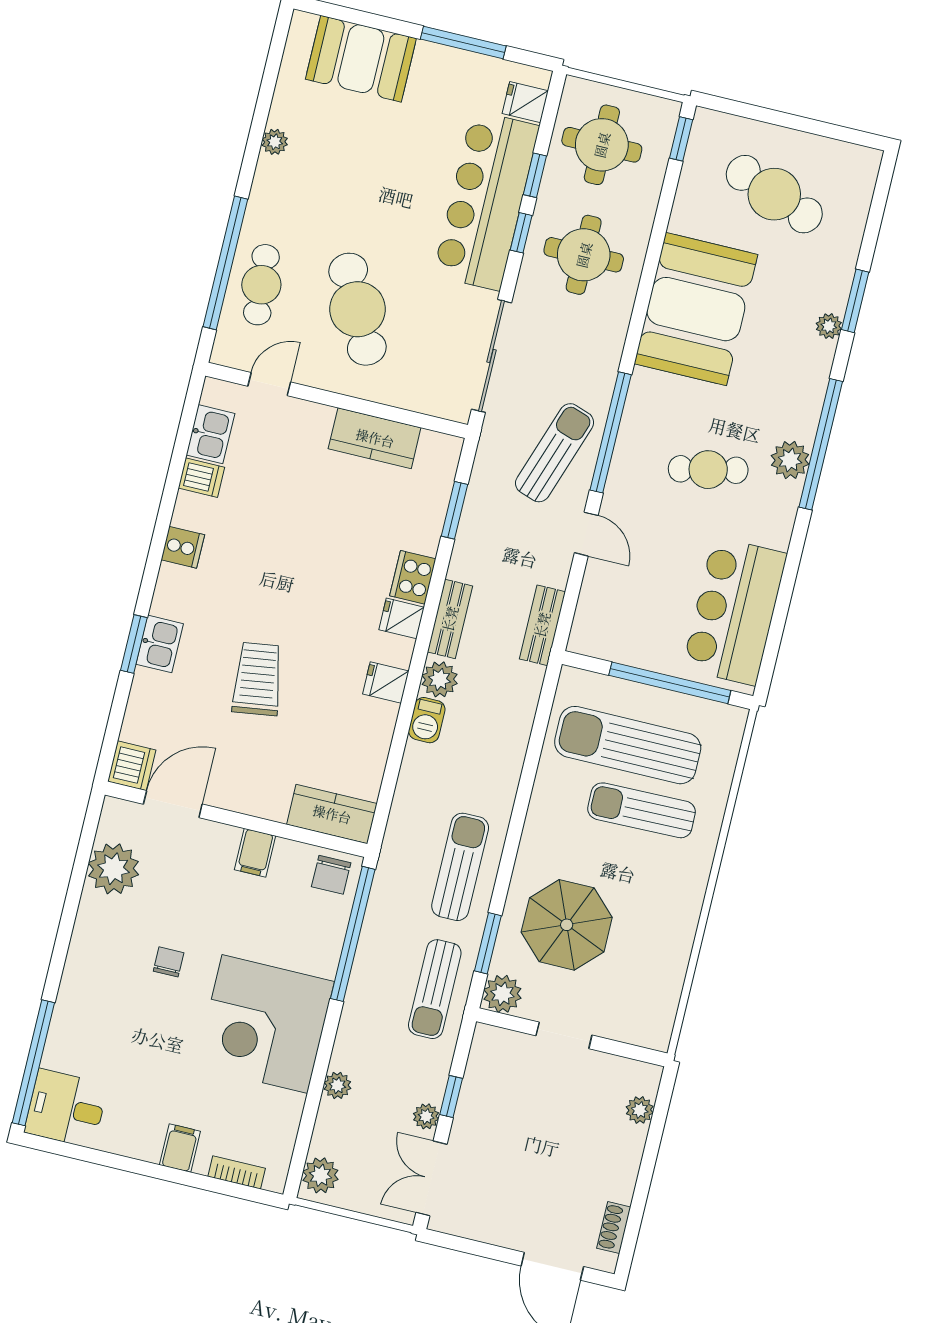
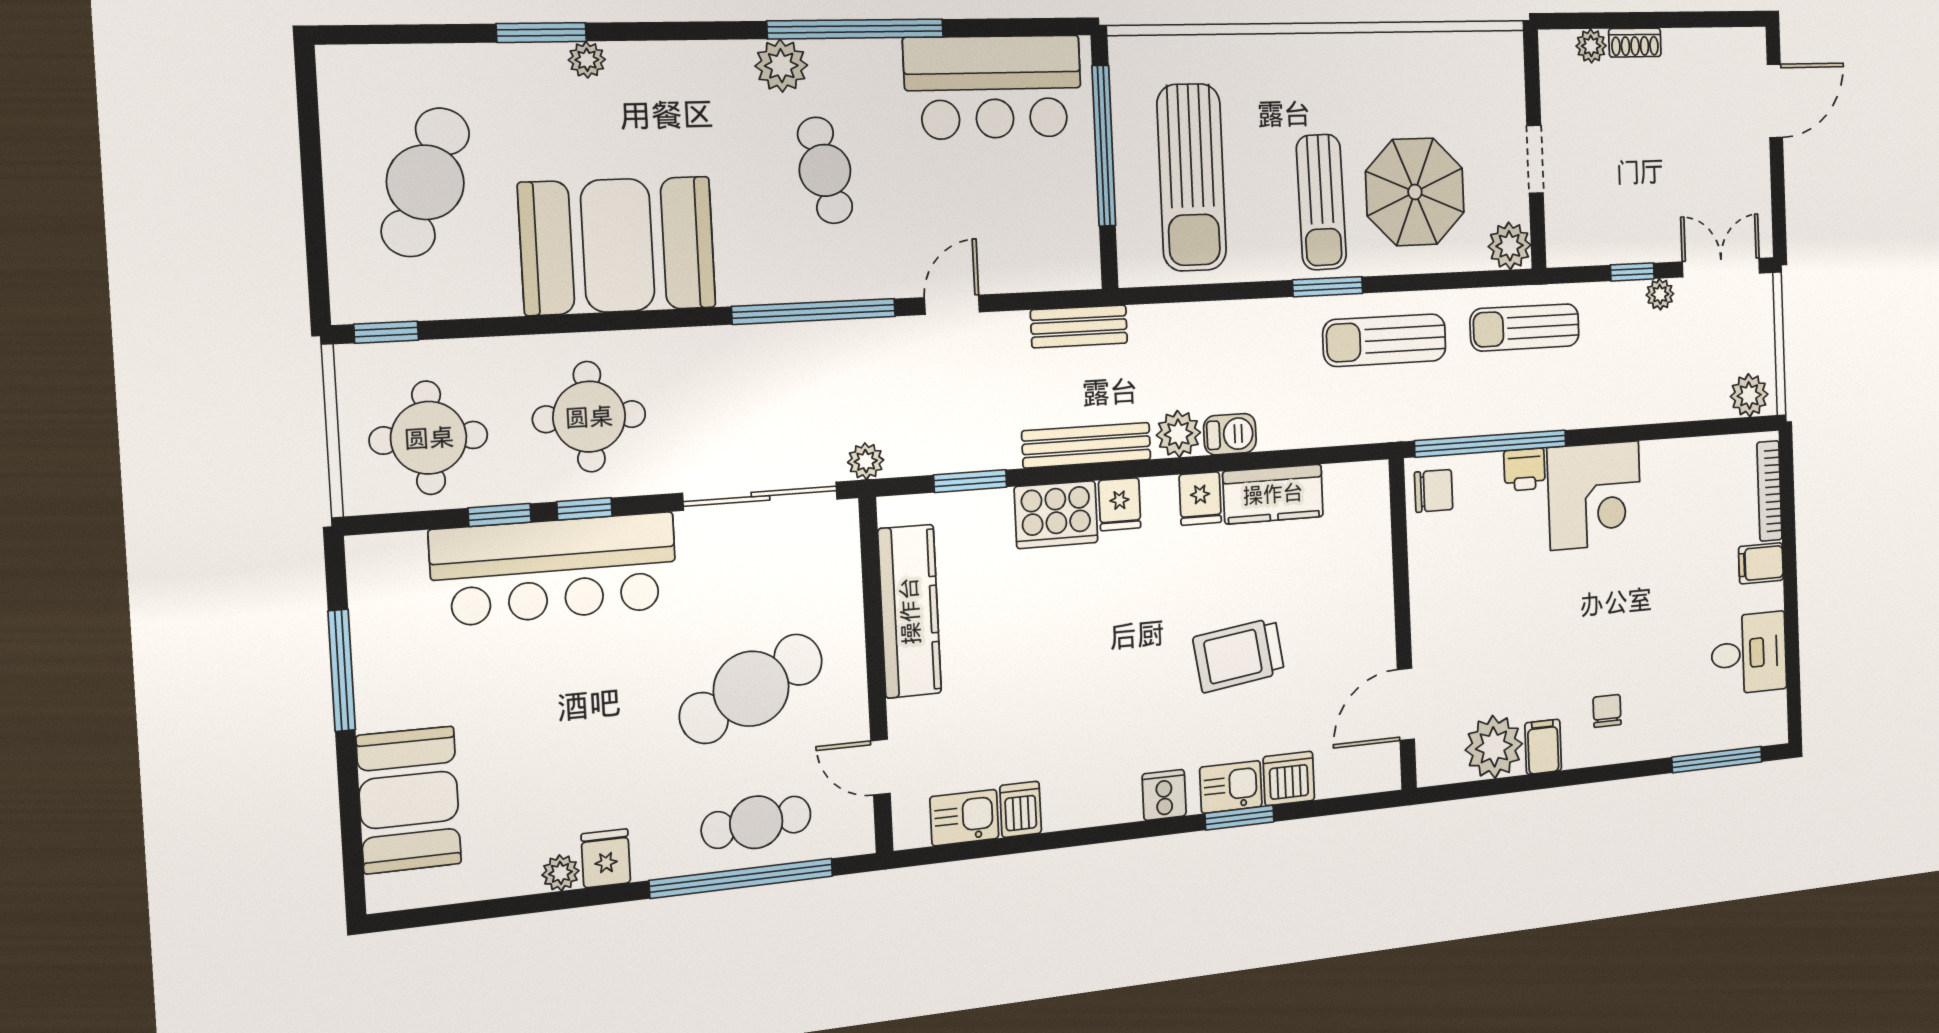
fridge: (525, 102) -> (606, 858), moved, turned 180
kitchen counter: (375, 438) -> (910, 611), width x1.50
window: (821, 444) -> (856, 29), moved
sun lounger: (555, 453) -> (861, 376), removed
cooker: (183, 547) -> (1164, 795), moved
cooker: (413, 577) -> (1056, 515), width x1.37, depth x1.31
bench: (450, 619) -> (1087, 445), width x1.36
dishwasher: (132, 766) -> (1289, 779), moved
door: (173, 804) -> (1406, 704), hinge flipped
sun lounger: (642, 810) -> (1321, 202), moved
kitchen counter: (332, 814) -> (1273, 494), moved, turned -90
filing cabinet: (255, 853) -> (1543, 747), moved, turned -90
window: (488, 943) -> (1328, 287), moved
printer: (323, 957) -> (1525, 470), added
chair: (169, 962) -> (1607, 711), moved, turned 90
sun lounger: (435, 989) -> (1525, 327), turned 180
corner desk: (265, 1024) -> (1595, 495), width x0.74, depth x0.74
window: (33, 1063) -> (1717, 760), width x0.68
plant: (337, 1085) -> (866, 461), moved
desk: (66, 1108) -> (1749, 653), moved, turned -90
bookcase: (237, 1172) -> (1769, 491), width x1.56
double door: (431, 1178) -> (1721, 268), swing flipped
shoe rack: (614, 1228) -> (1635, 43), moved

